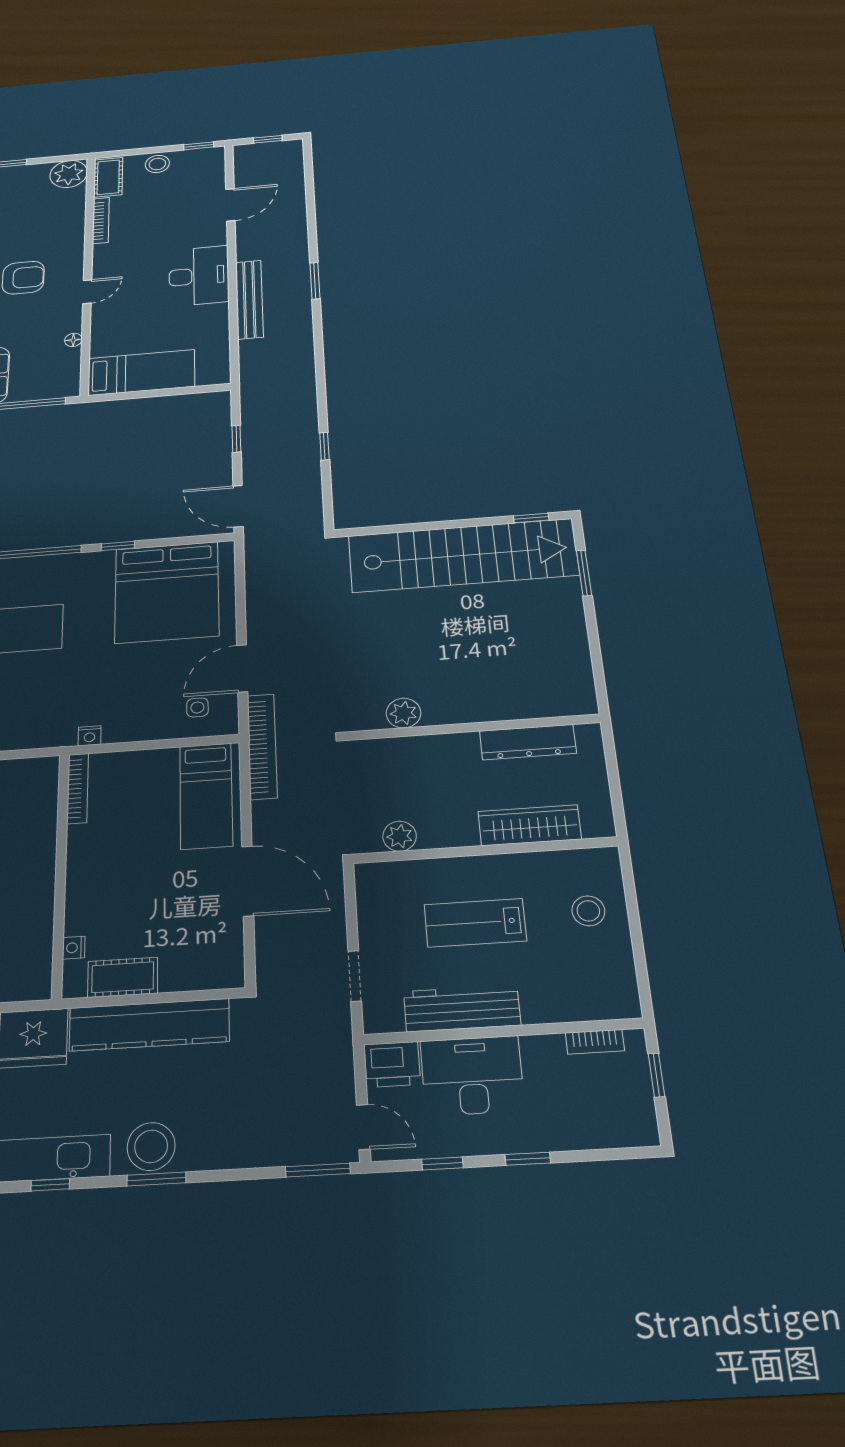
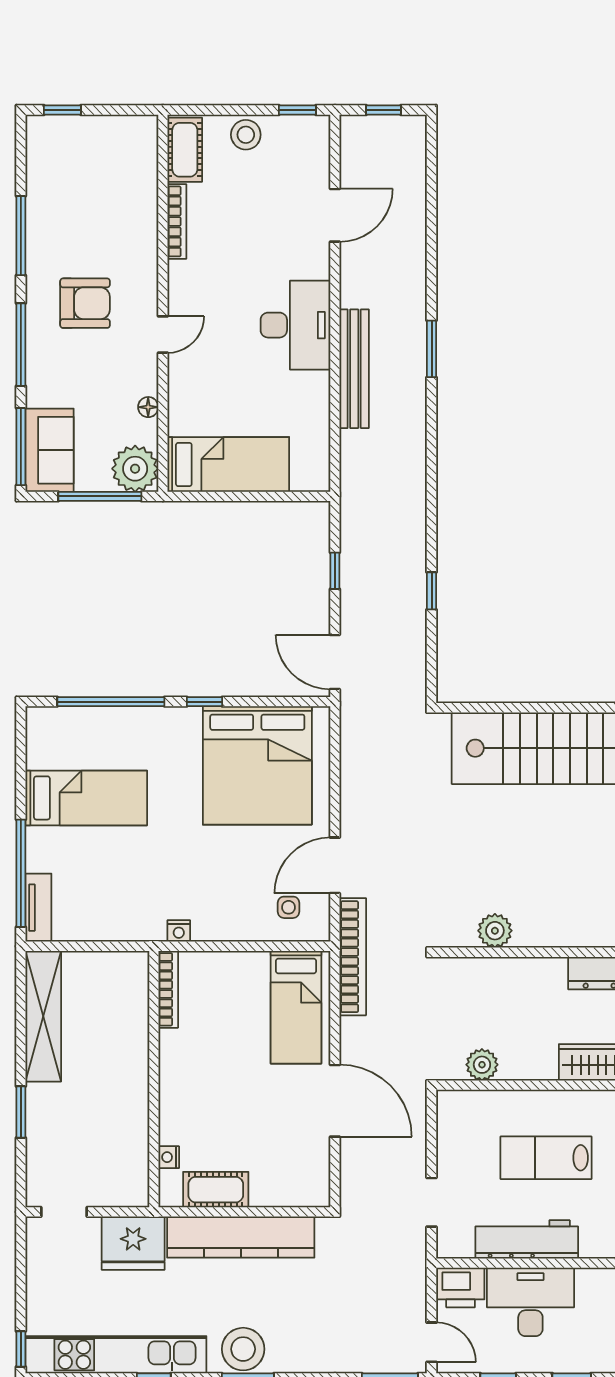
plant: (69, 174) -> (135, 469), moved

